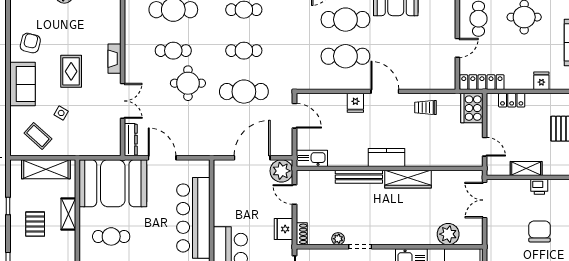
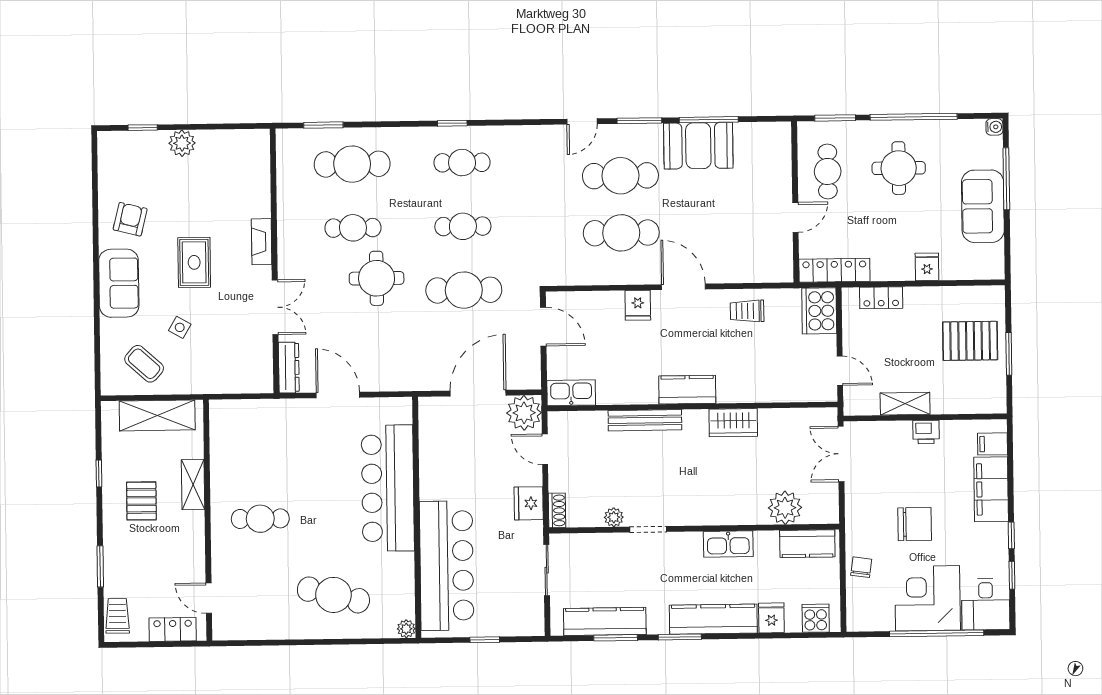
wardrobe: (408, 179) -> (733, 423), width x0.67
booth: (113, 183) -> (262, 436), removed
chair: (540, 231) -> (915, 524), moved, turned 90

